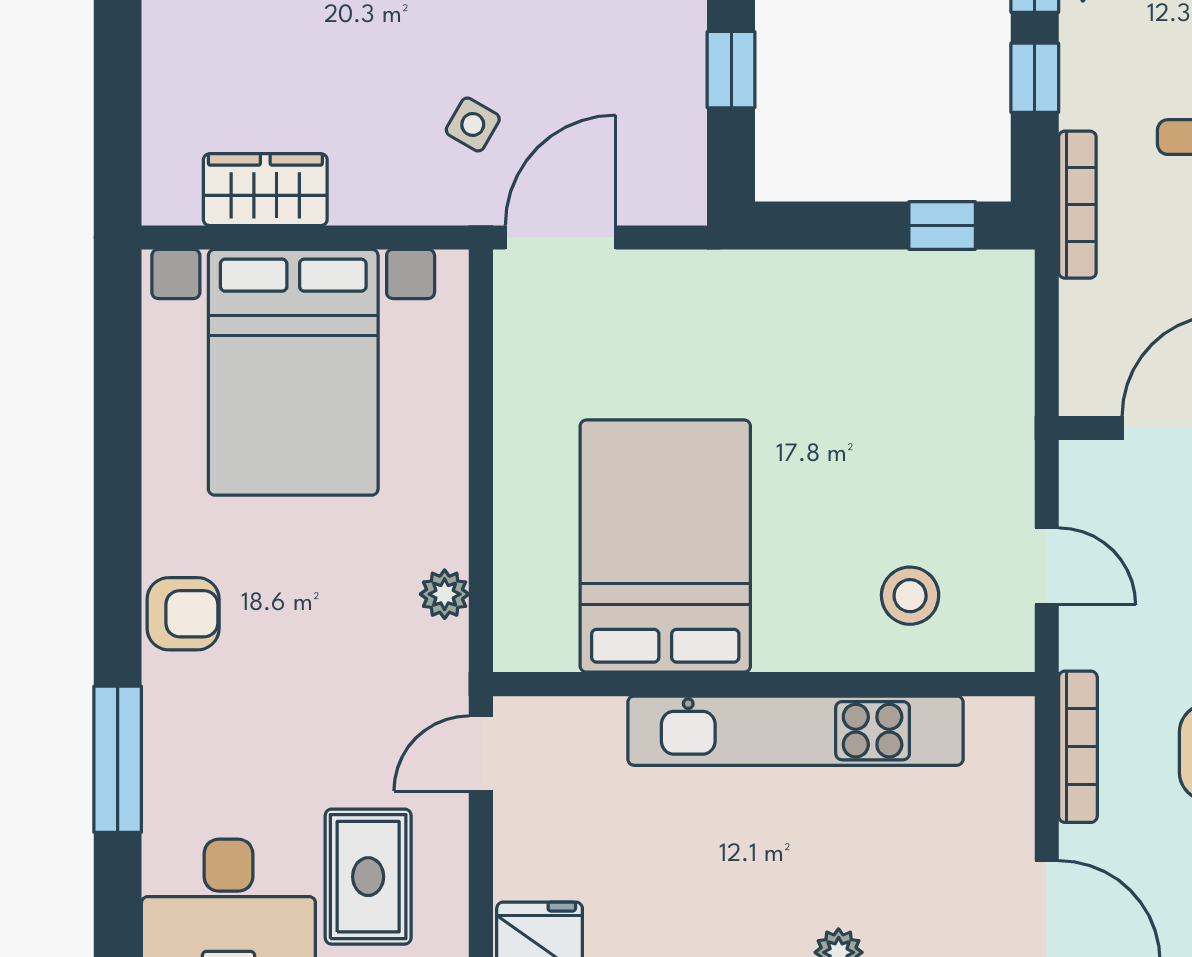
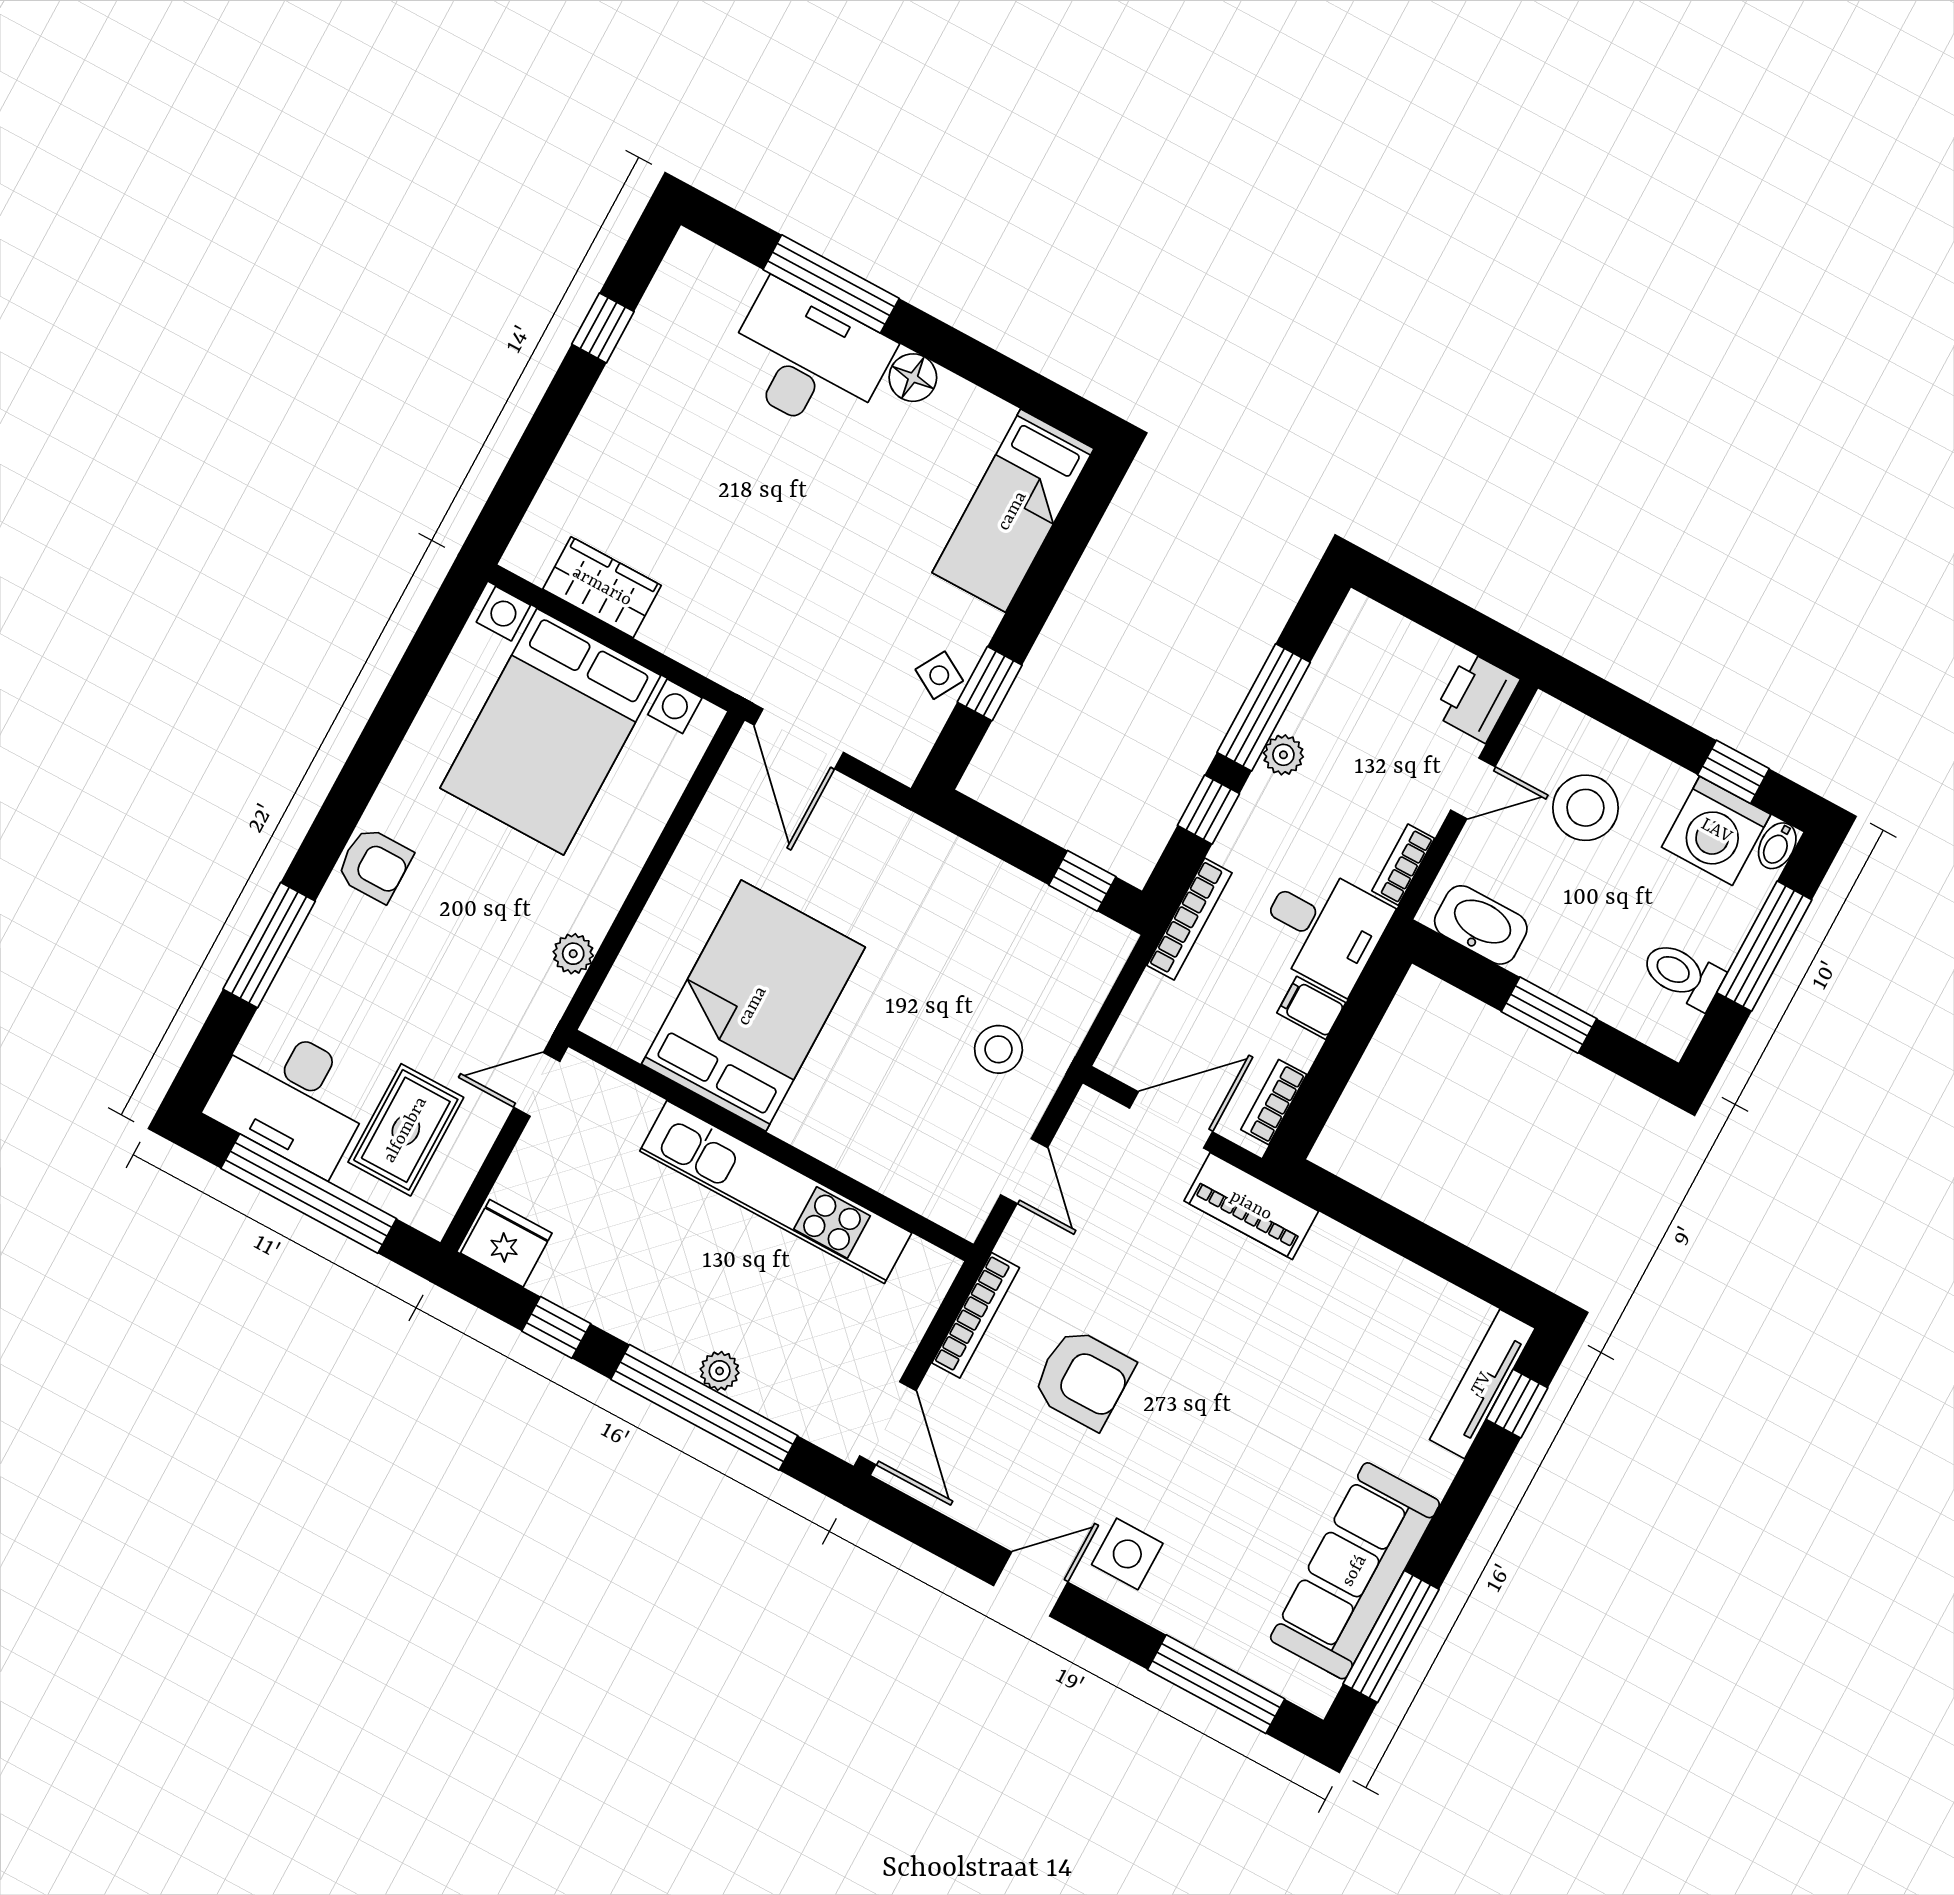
side table: (473, 124) -> (939, 675), moved
door: (560, 237) -> (799, 739), swing flipped
stool: (910, 596) -> (998, 1049), moved

